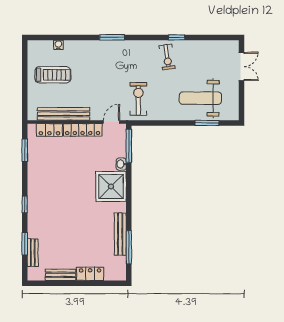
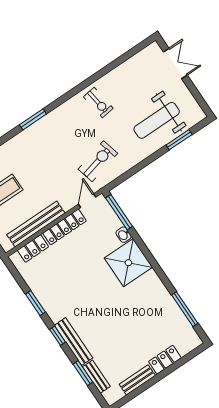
window: (177, 37) -> (95, 78), removed
exercise bike: (138, 99) -> (98, 161), turned 76
window: (25, 150) -> (35, 303), moved
bench: (120, 234) -> (73, 342), moved

